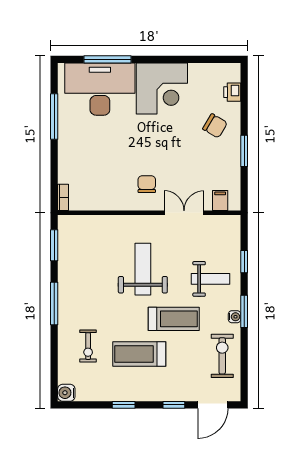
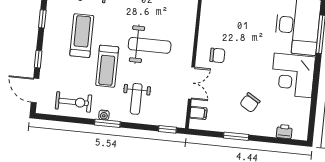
chair: (215, 126) -> (250, 103), moved
window: (244, 262) -> (167, 129), moved

